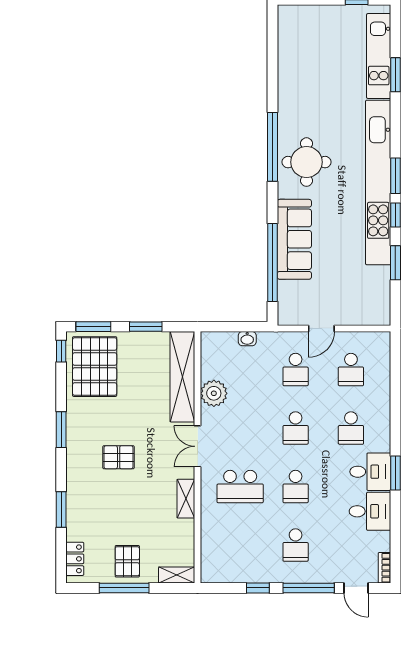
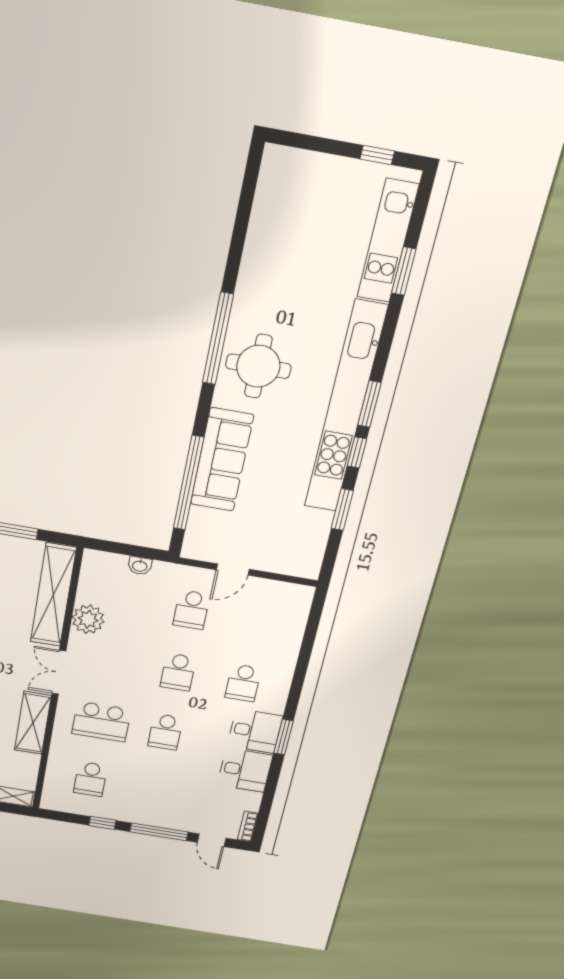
school desk: (351, 370) -> (258, 621), removed
shelving: (186, 499) -> (33, 723), width x1.50, depth x1.33
school desk: (296, 545) -> (90, 779), moved

